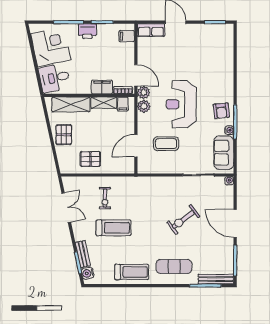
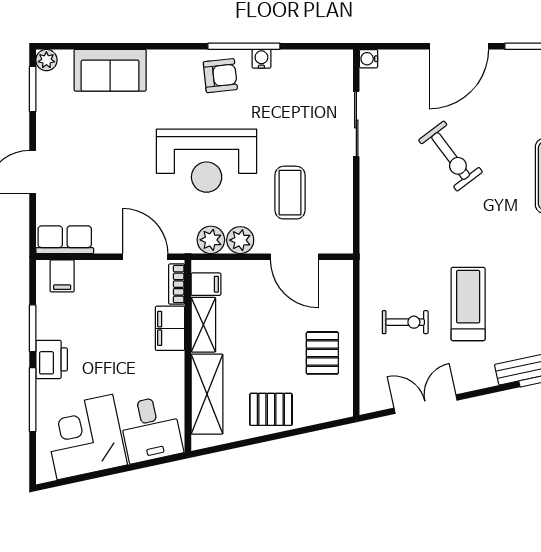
plant: (229, 29) -> (46, 60), added
row of seats: (151, 30) -> (65, 240), moved, turned -90
door: (136, 75) -> (145, 257), hinge flipped
plant: (144, 92) -> (240, 240), moved
sofa: (224, 153) -> (110, 70), moved

